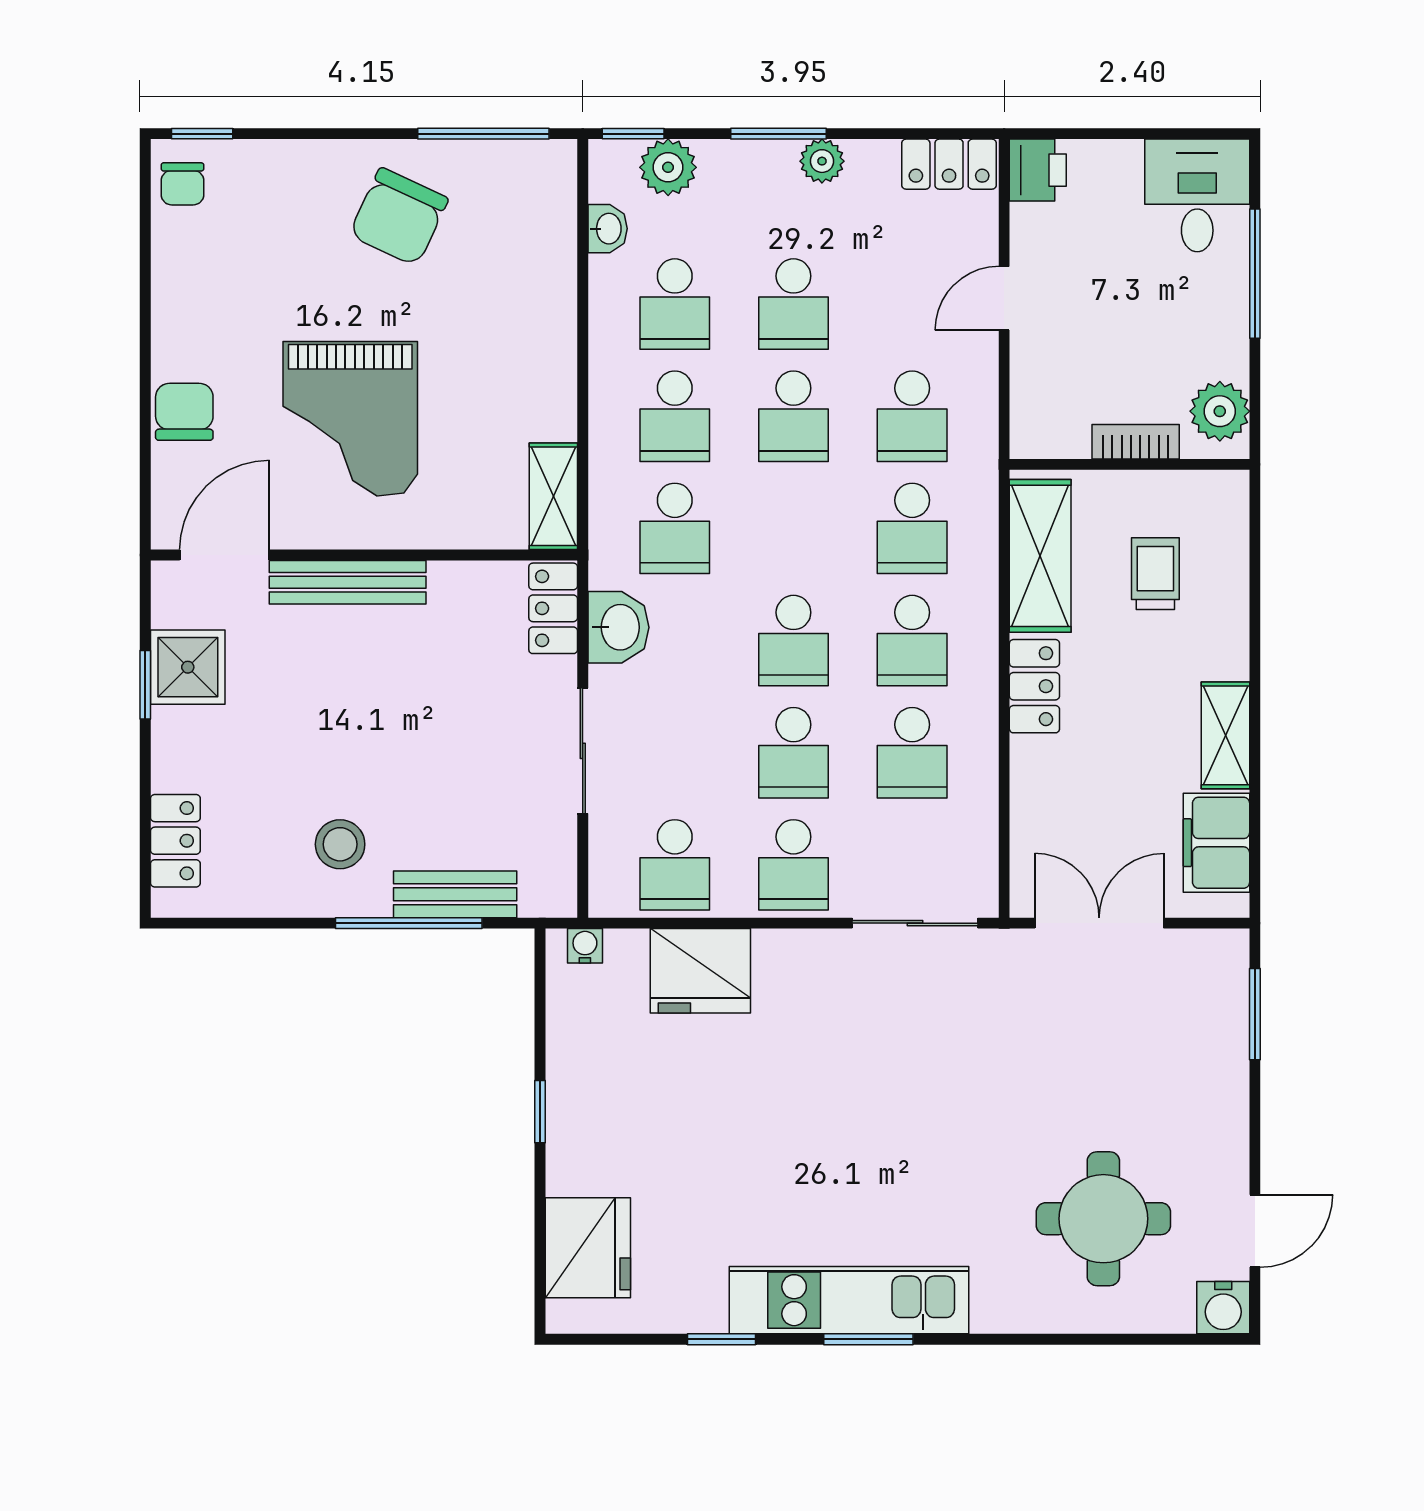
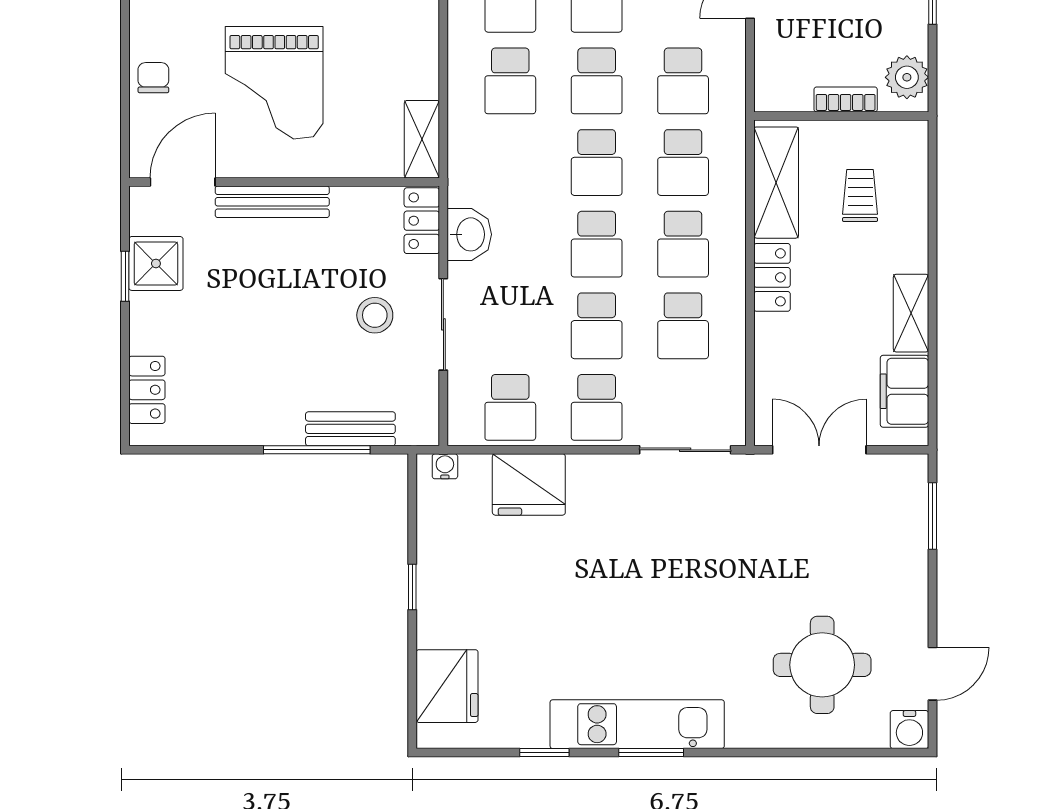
chair: (184, 412) -> (153, 78), width x0.73, depth x0.73
school desk: (675, 528) -> (597, 163), moved
stool: (340, 844) -> (375, 315), moved

